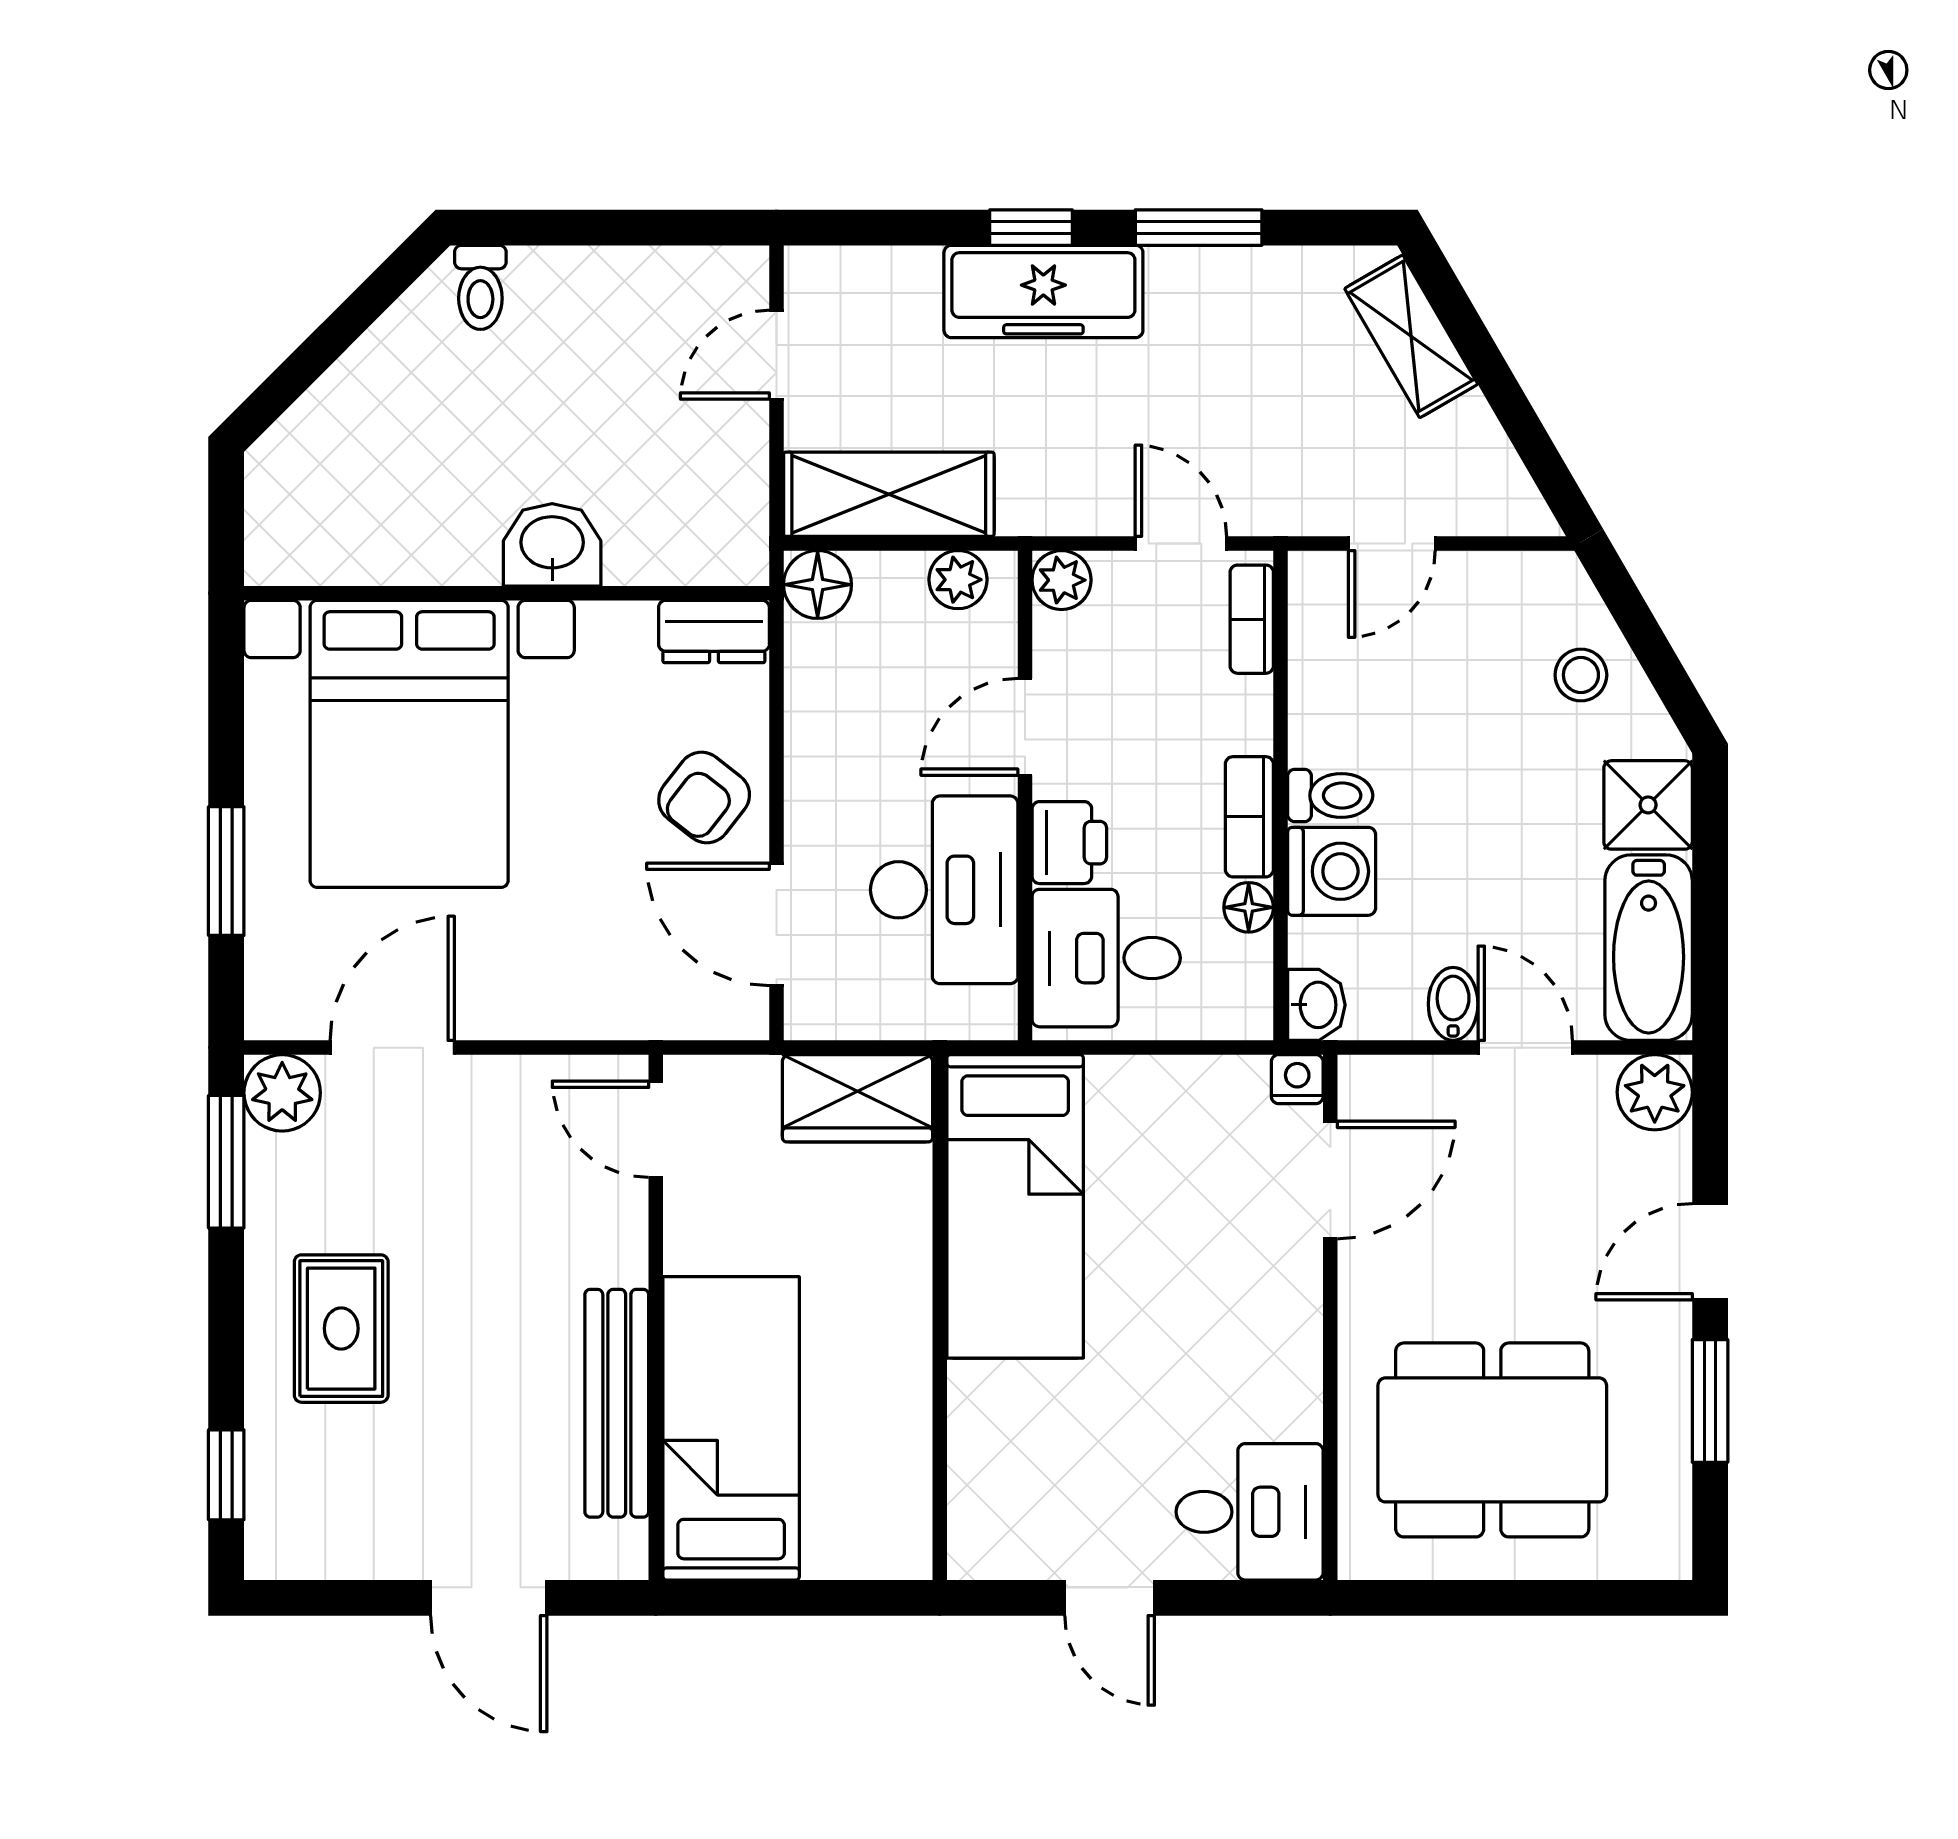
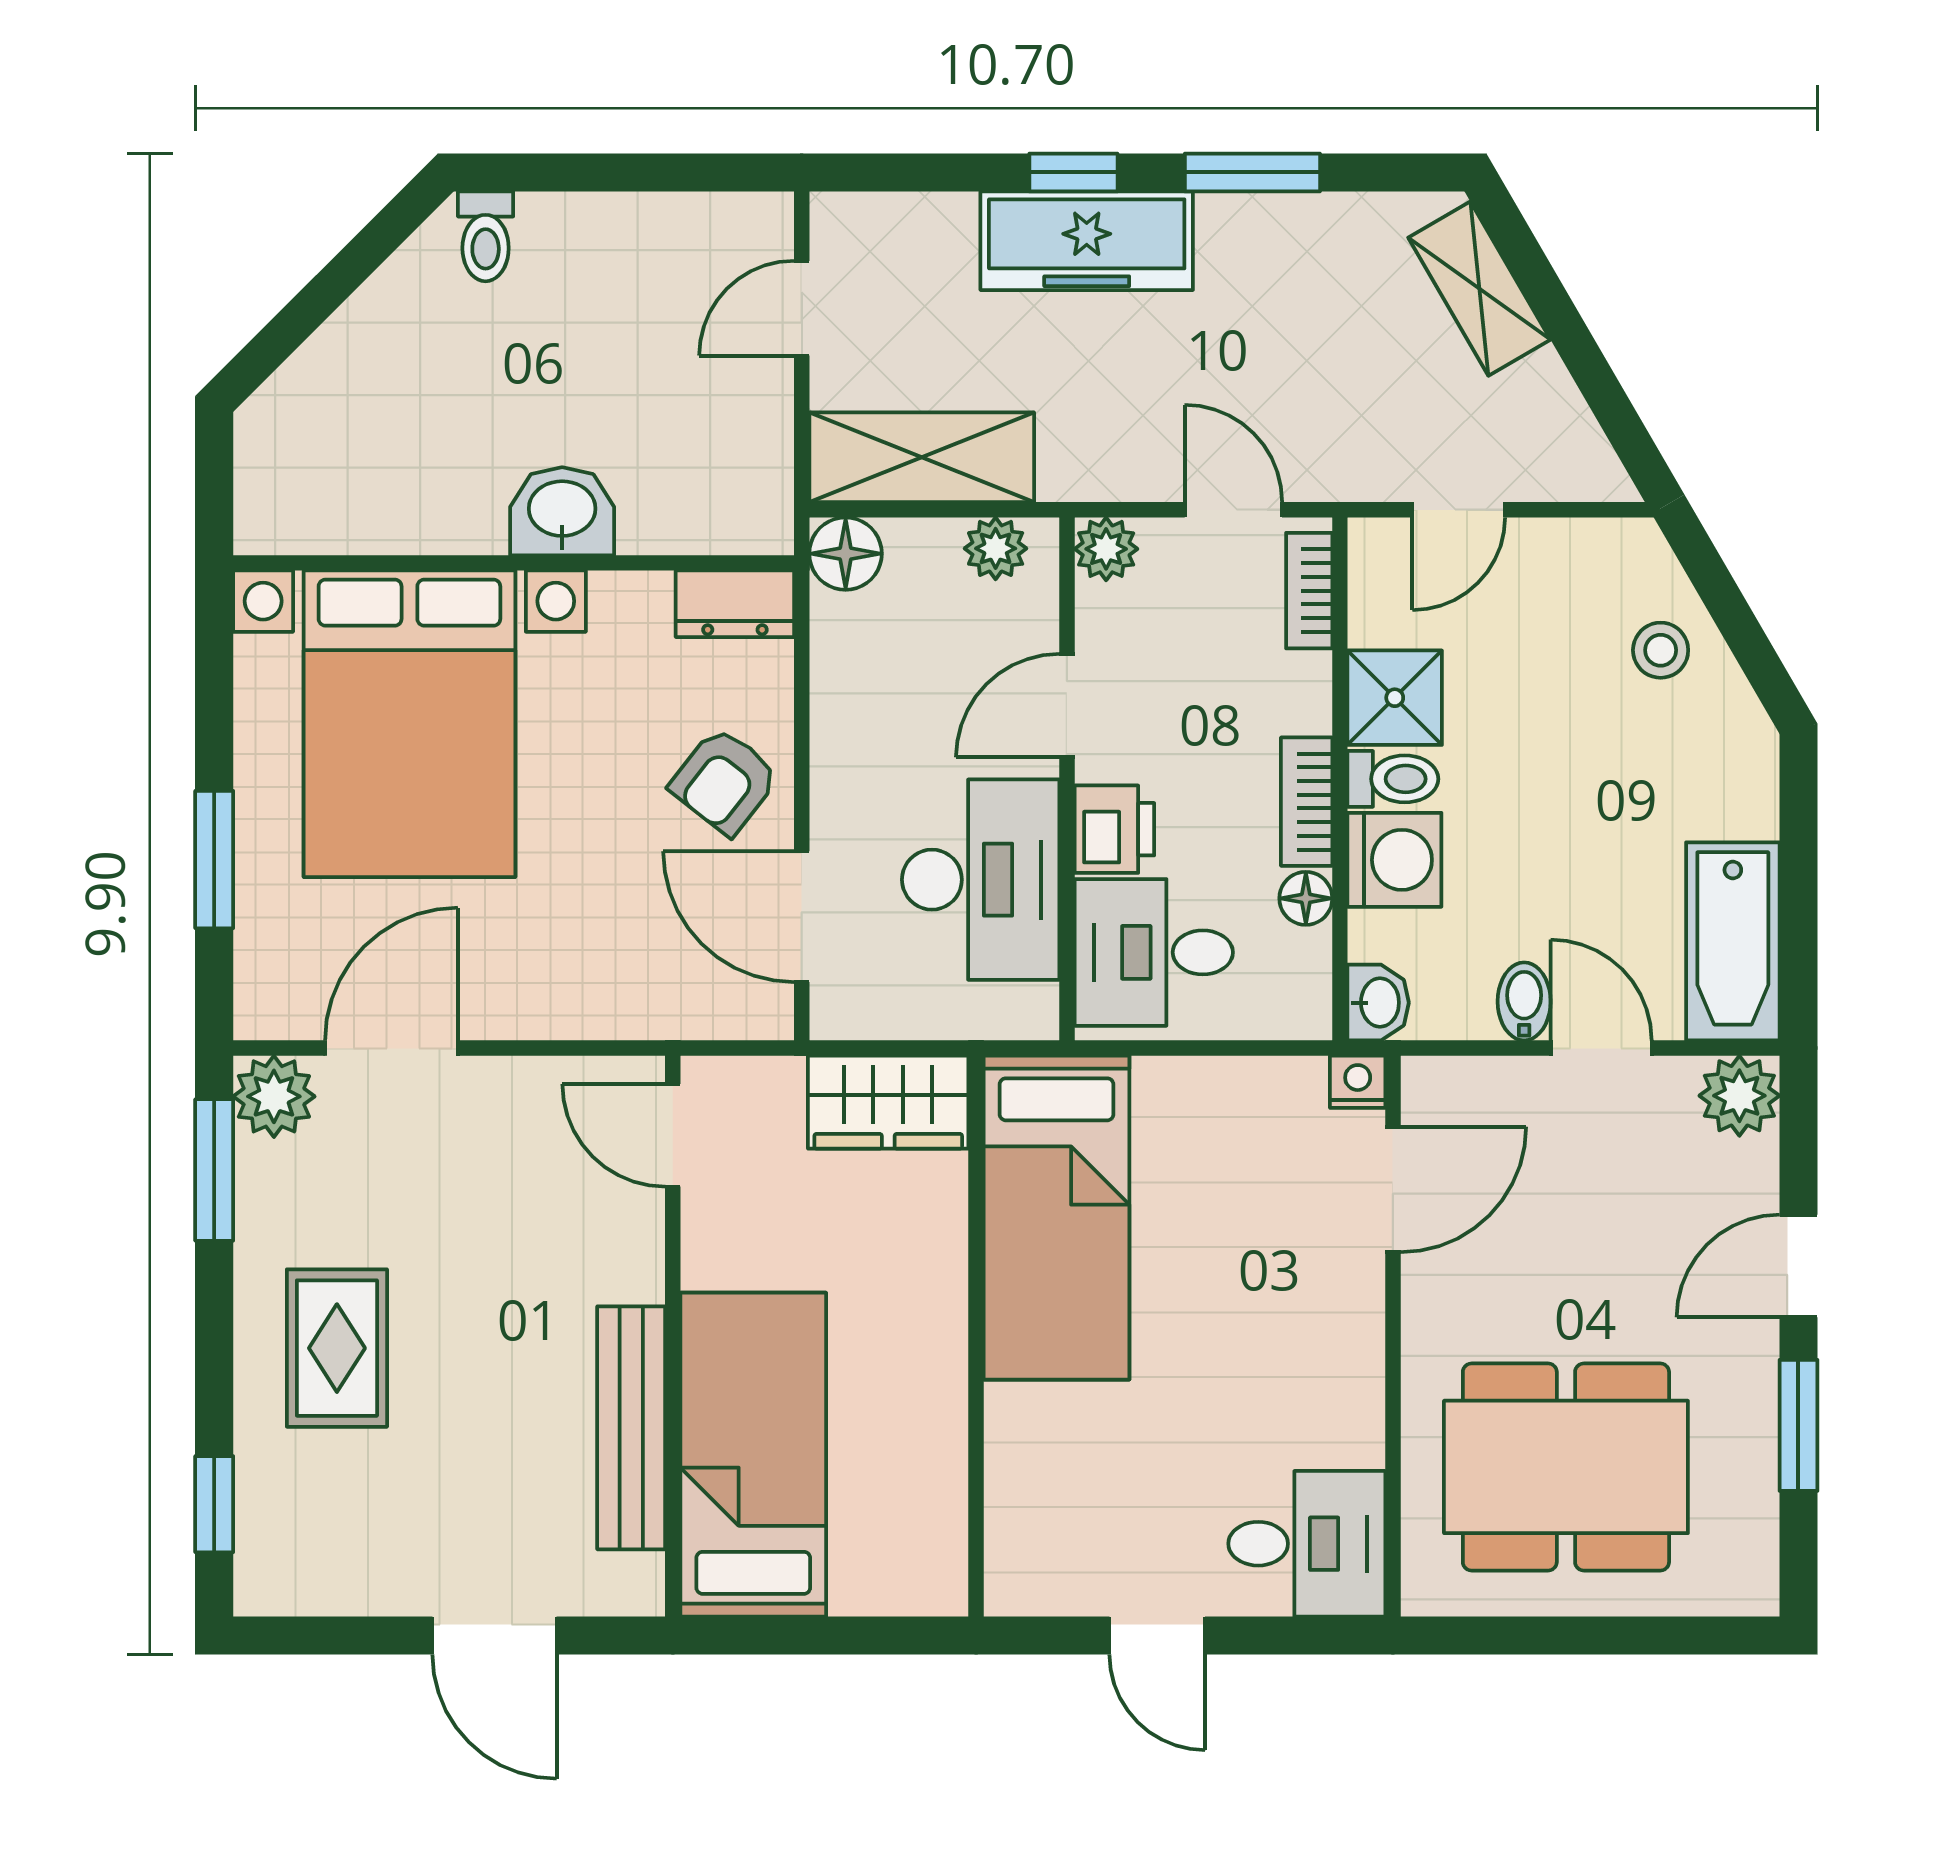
shower: (1648, 805) -> (1395, 698), moved

